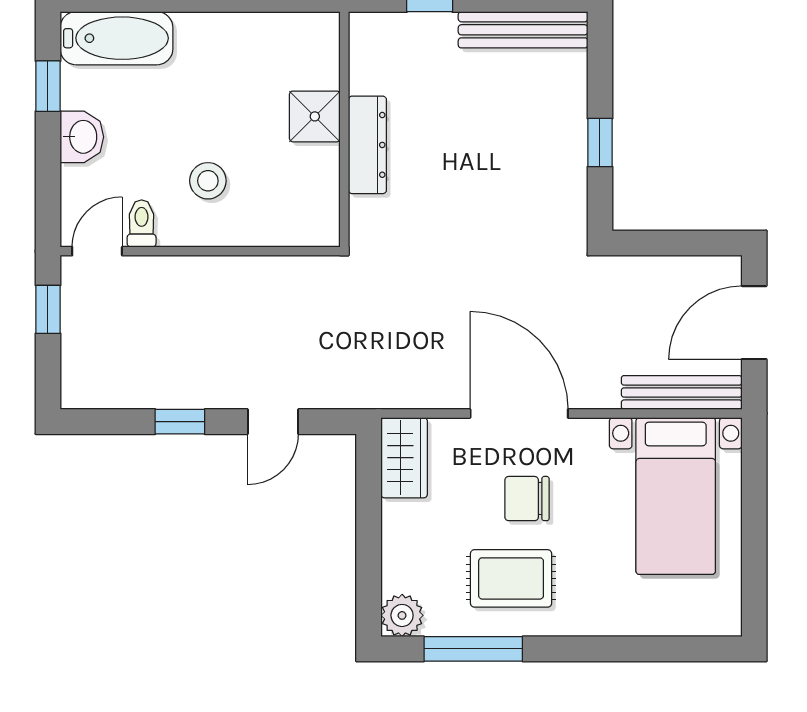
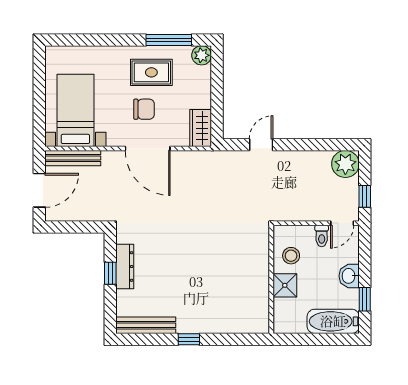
shower: (315, 116) -> (285, 285), moved
wall: (344, 129) -> (271, 279), moved
dresser: (367, 145) -> (125, 267), moved, turned 180
plant: (90, 380) -> (345, 164), added
window: (180, 422) -> (304, 145), removed

